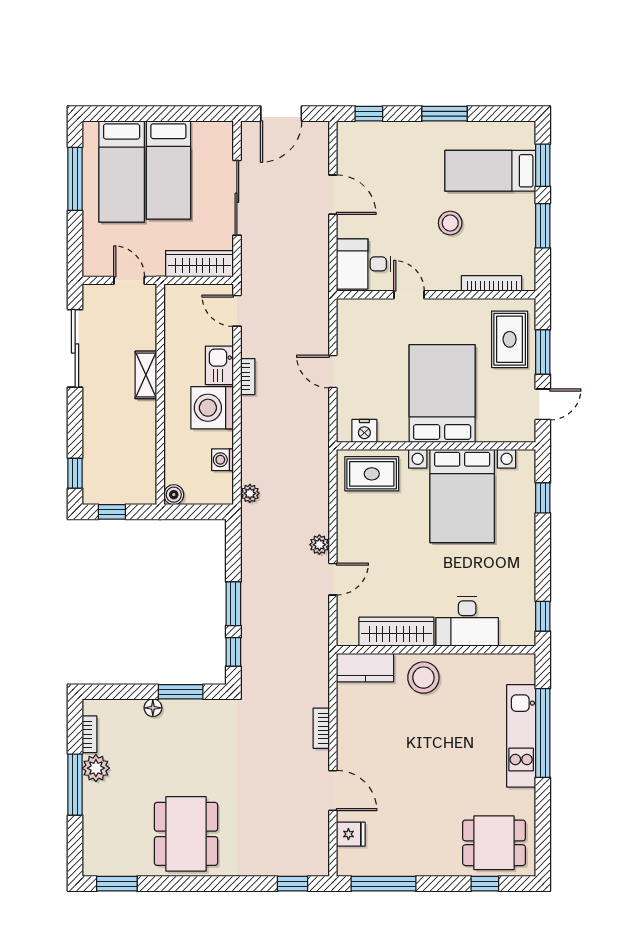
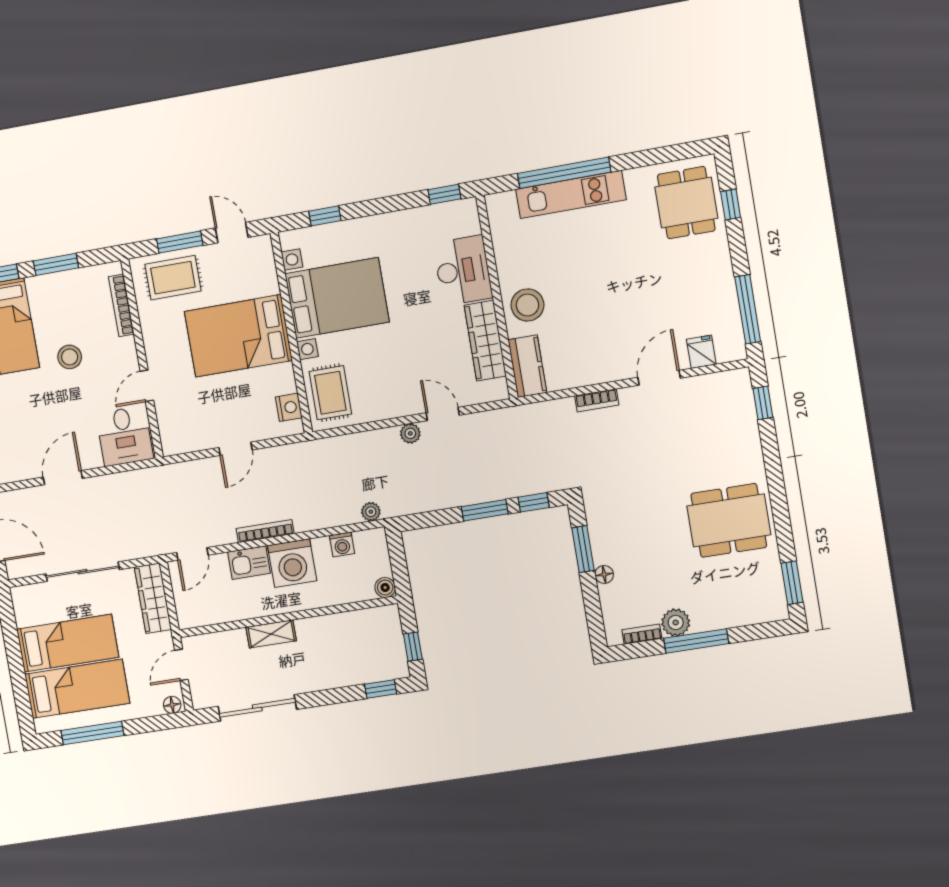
floor lamp: (91, 264) -> (172, 705), added
bookcase: (248, 377) -> (265, 531), width x1.56

